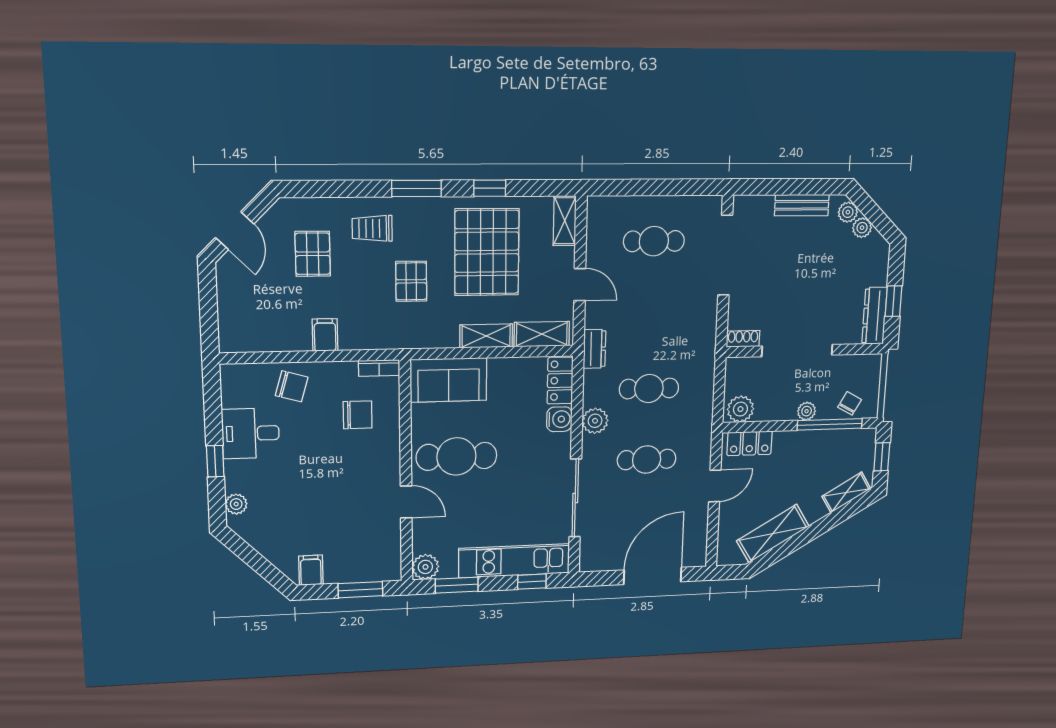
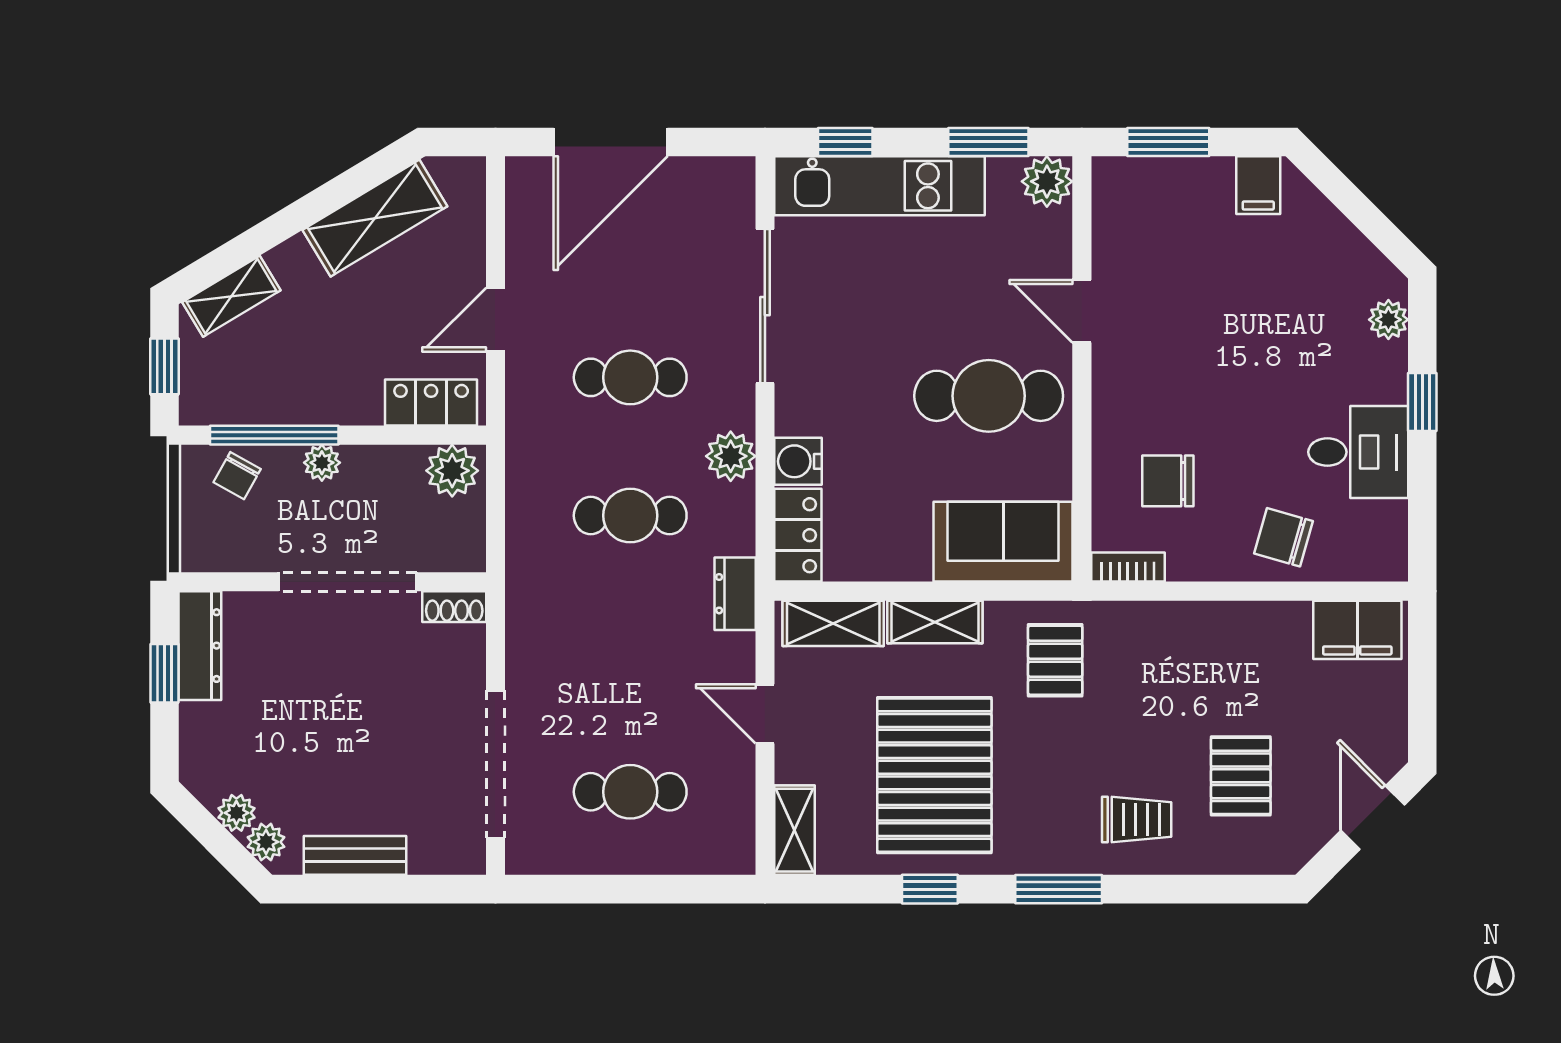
pallet: (411, 281) -> (1055, 660), moved
filing cabinet: (325, 335) -> (1357, 630), moved, width x2.00

